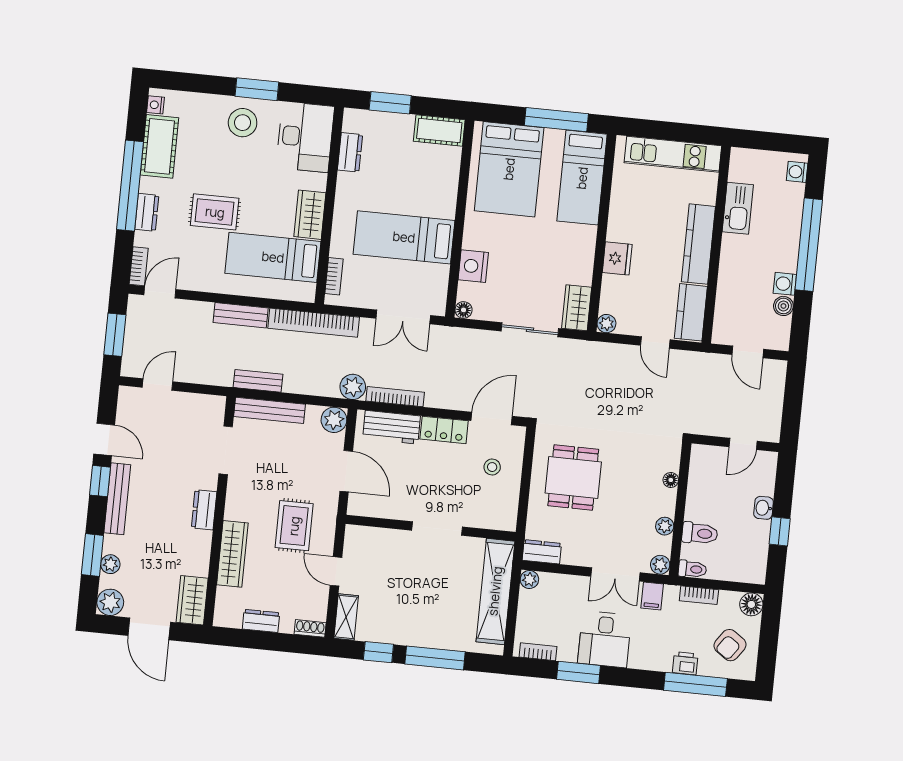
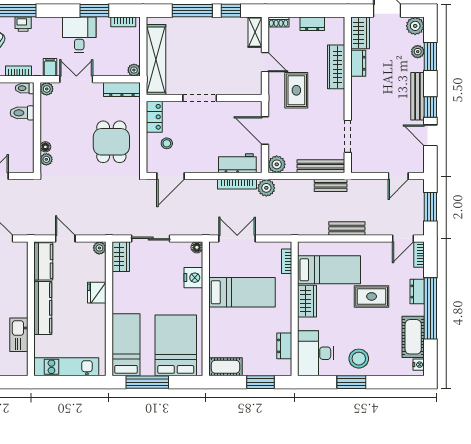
bookcase: (314, 323) -> (297, 228), removed
locker: (444, 430) -> (154, 117), moved, turned 90
dresser: (204, 510) -> (358, 63), moved
plant: (665, 526) -> (46, 159), moved
dresser: (542, 552) -> (122, 90), width x1.44

